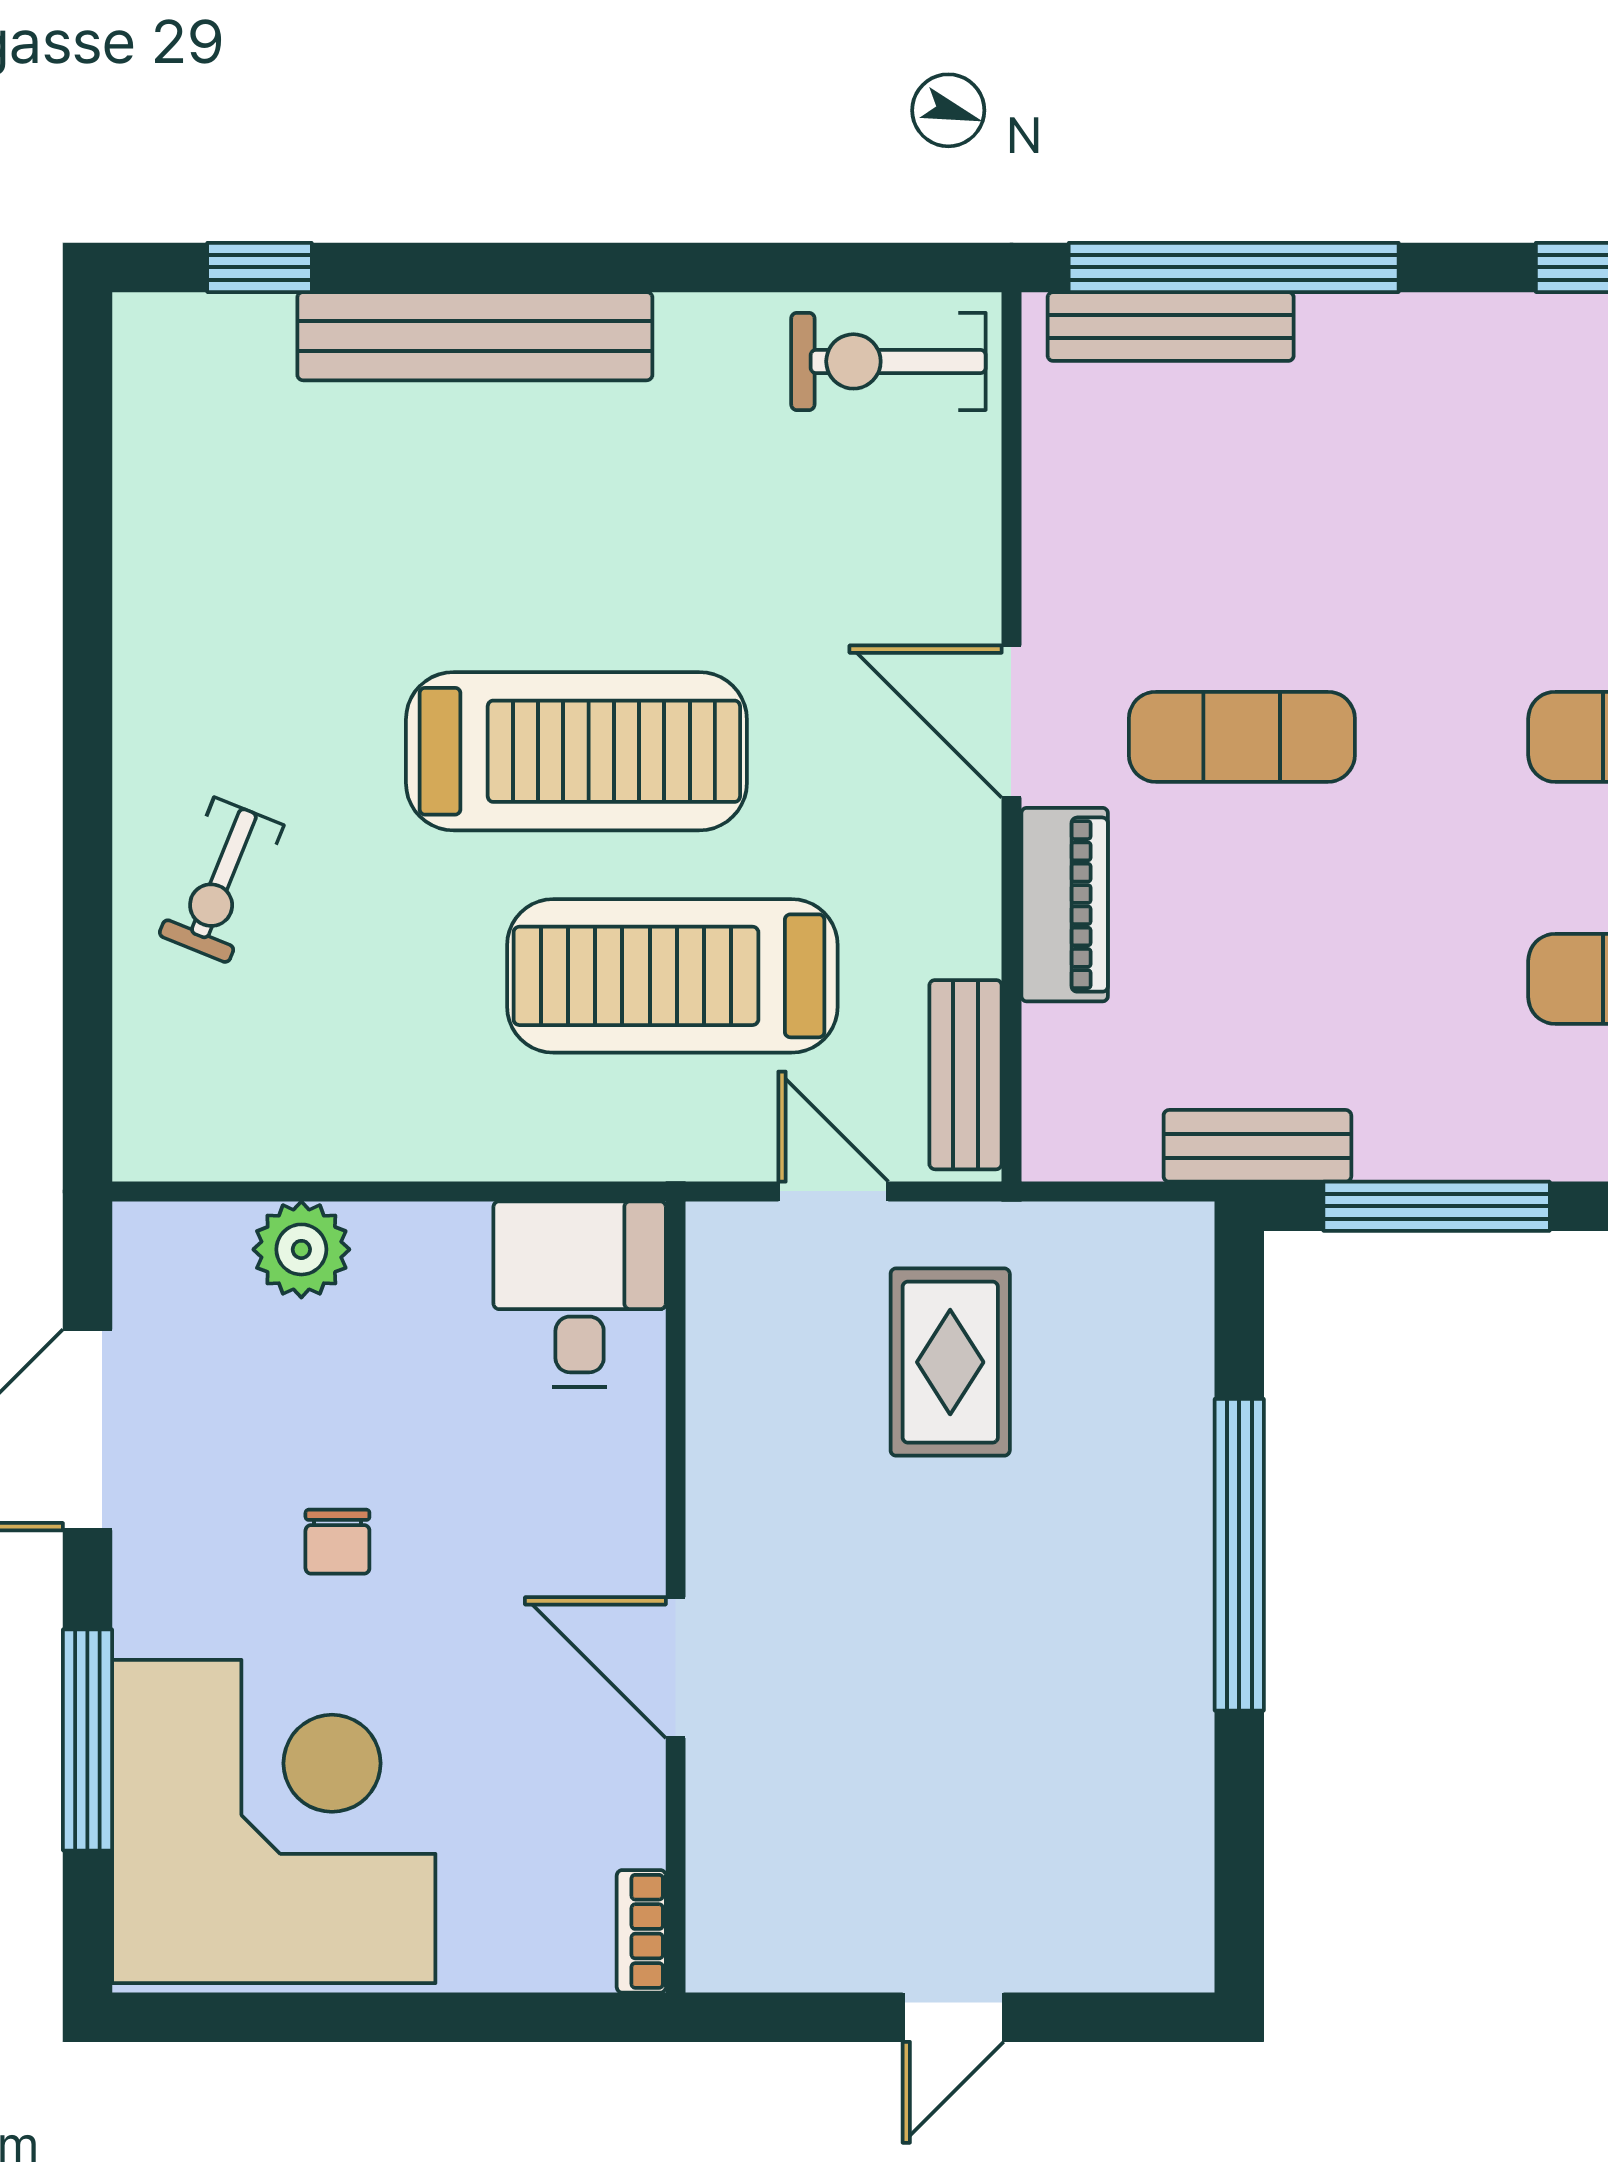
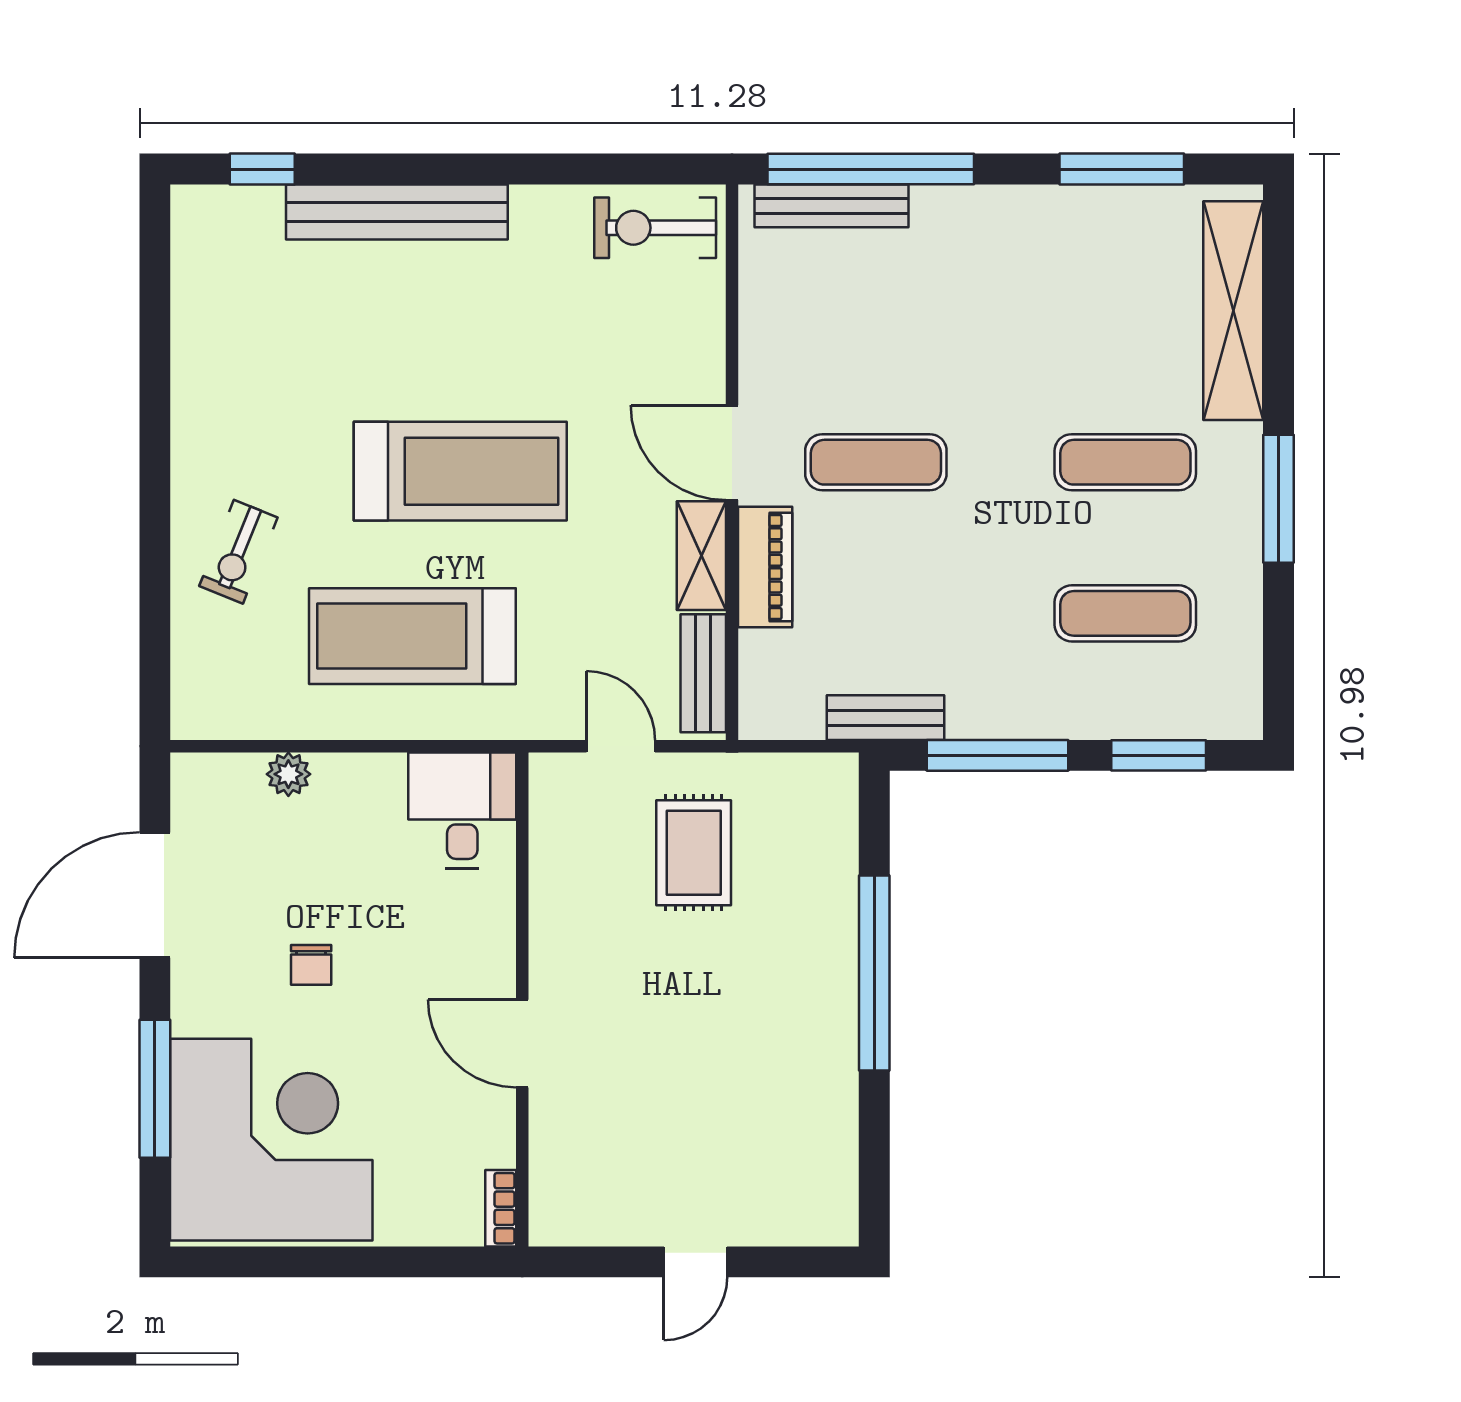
shelving: (962, 886) -> (701, 556), added
treadmill: (672, 976) -> (412, 636), moved
plant: (301, 1249) -> (288, 774), width x0.73, depth x0.73

